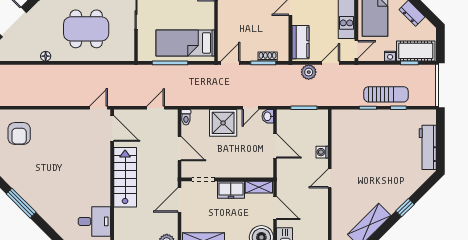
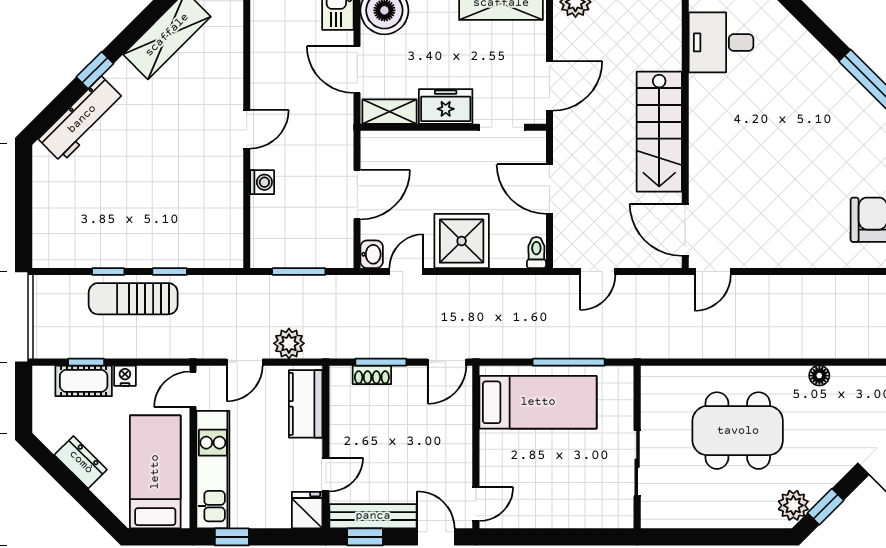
cot: (416, 51) -> (84, 381), width x0.73, depth x0.75
door: (275, 146) -> (357, 195), swing flipped
workbench: (428, 147) -> (82, 119), moved, turned 45

